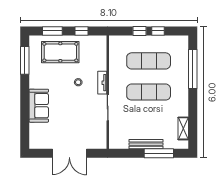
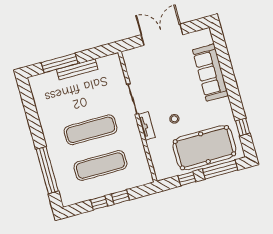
window: (52, 31) -> (220, 170), width x1.44
pool table: (60, 52) -> (204, 148), width x1.36, depth x1.32
window: (25, 60) -> (243, 127), width x0.46
sofa: (39, 106) -> (210, 73), width x1.36
shelving: (183, 128) -> (39, 99), removed

